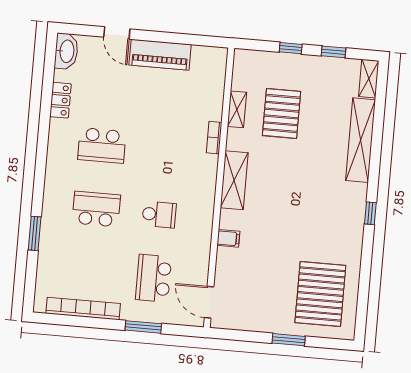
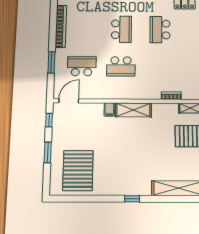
shelving: (234, 180) -> (133, 110), moved
school desk: (159, 215) -> (121, 66), width x1.85
pallet: (320, 294) -> (78, 170), turned 90
window: (238, 335) -> (49, 120), added

